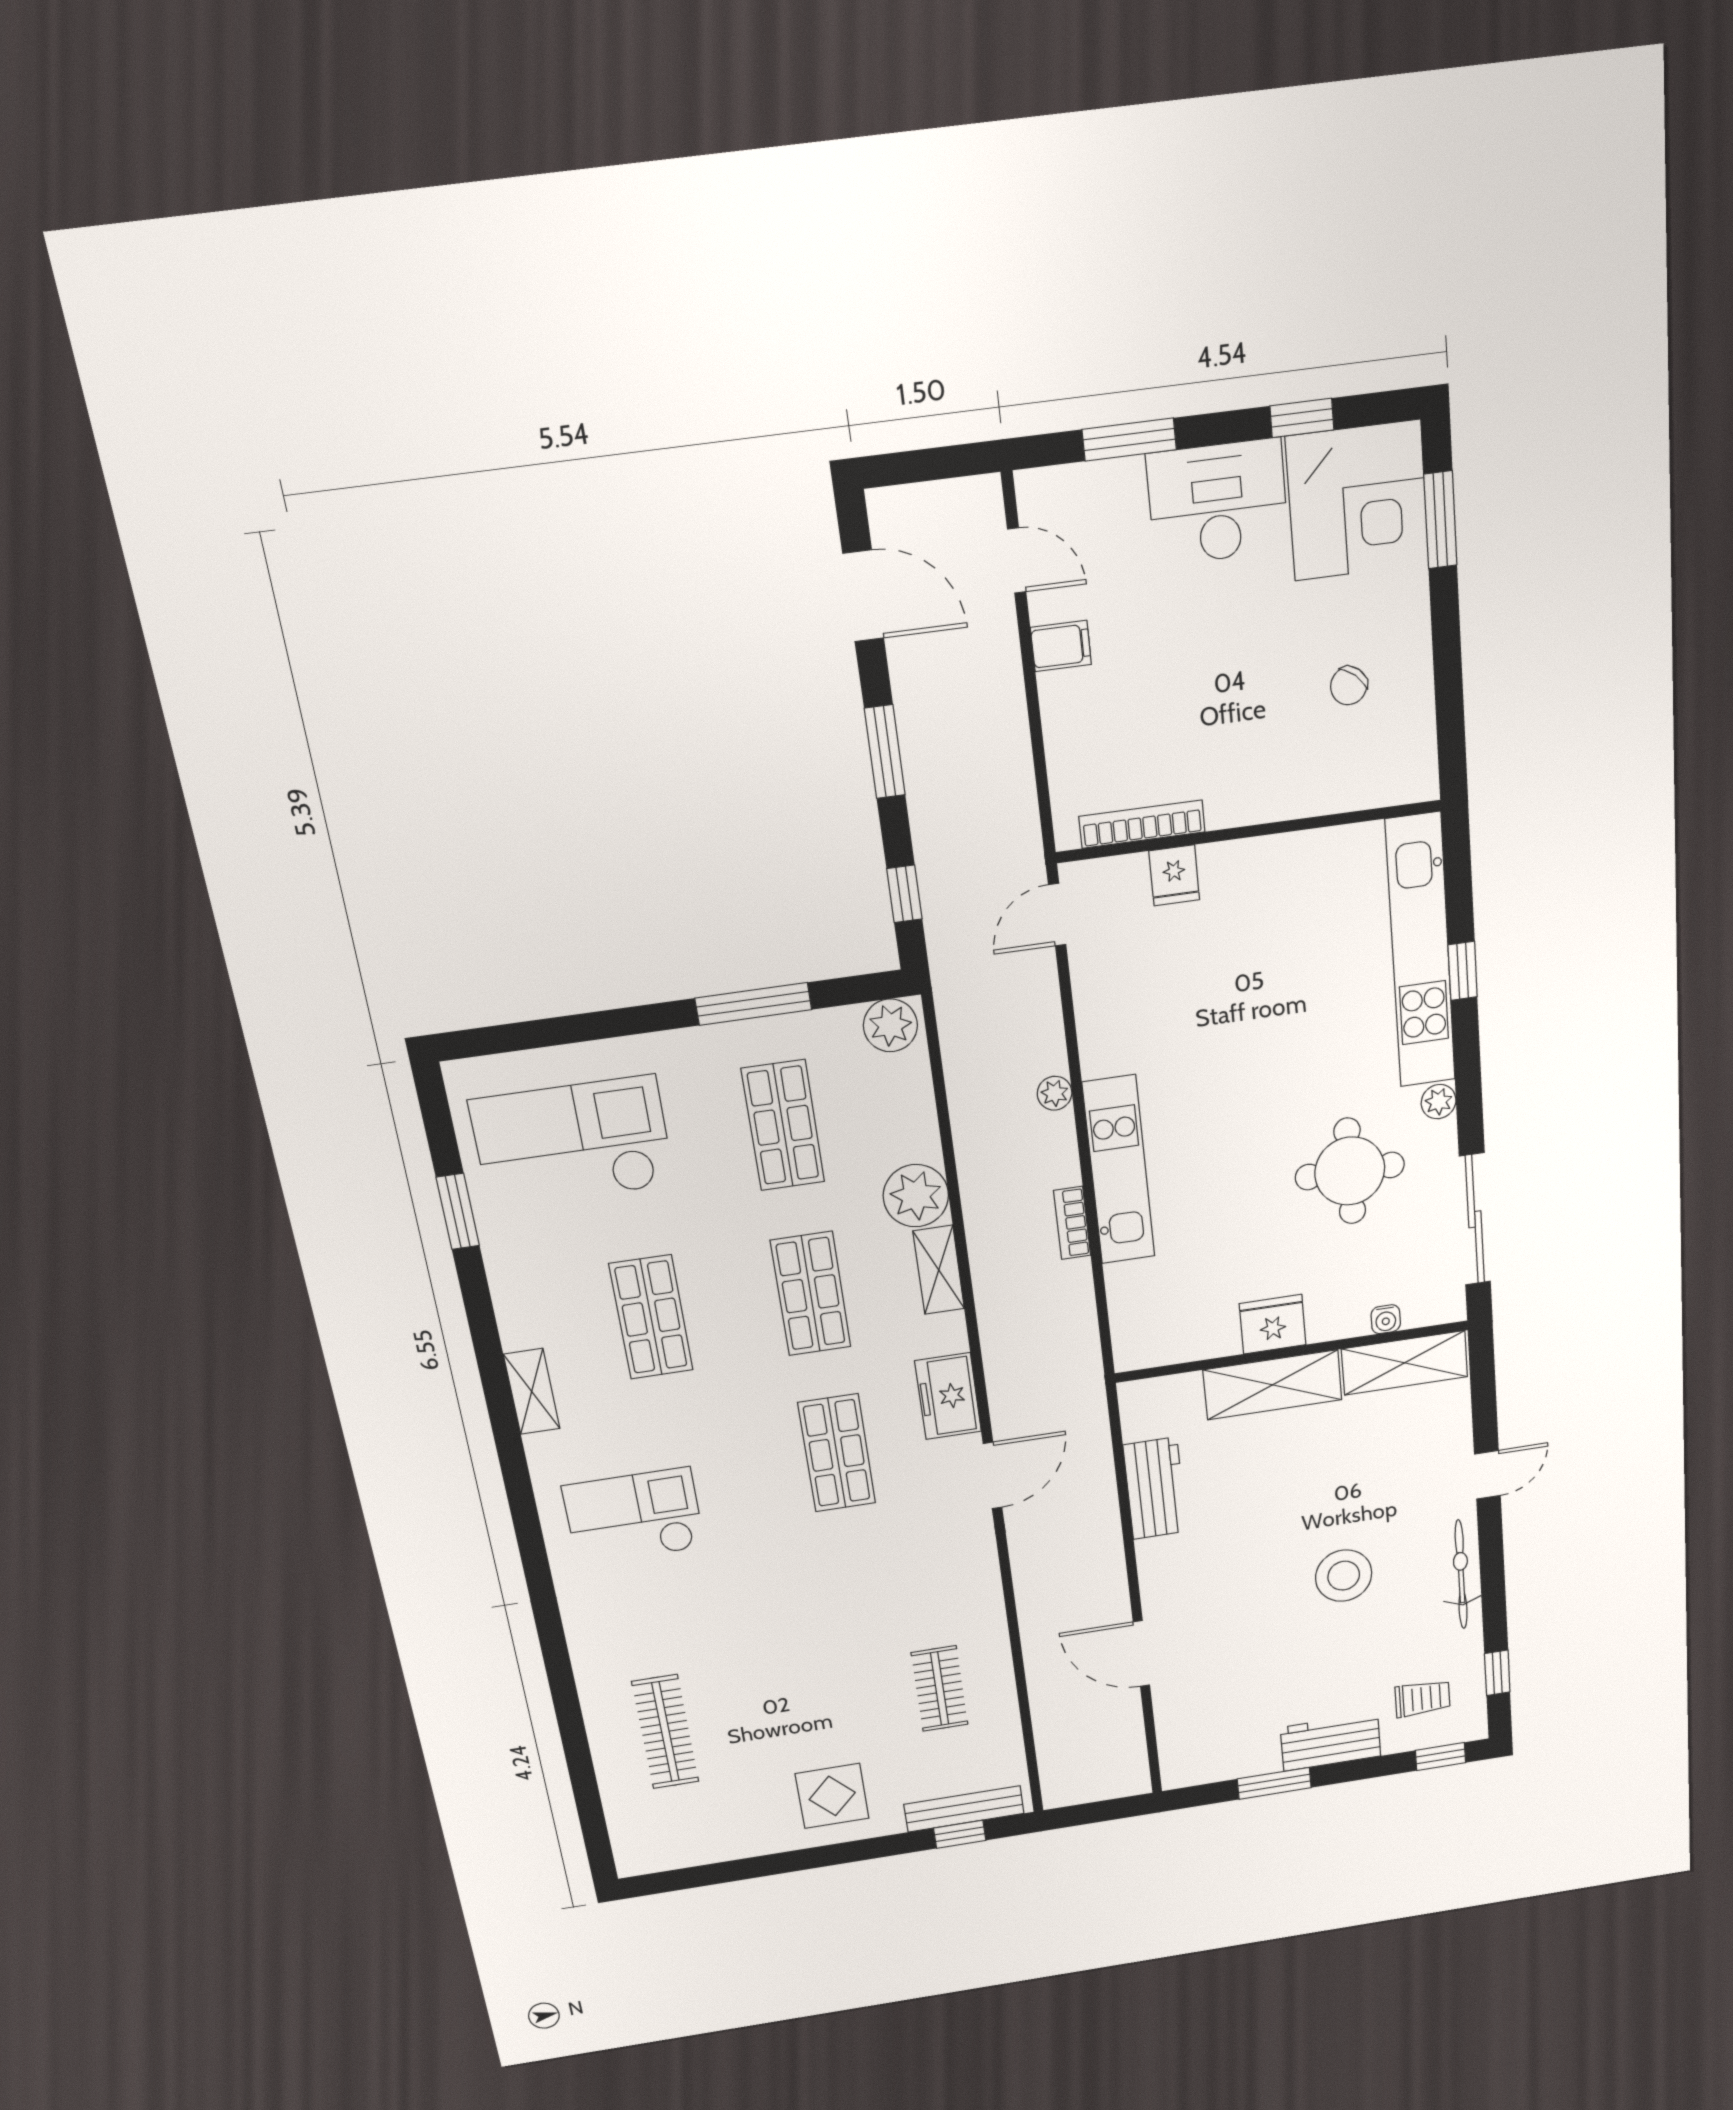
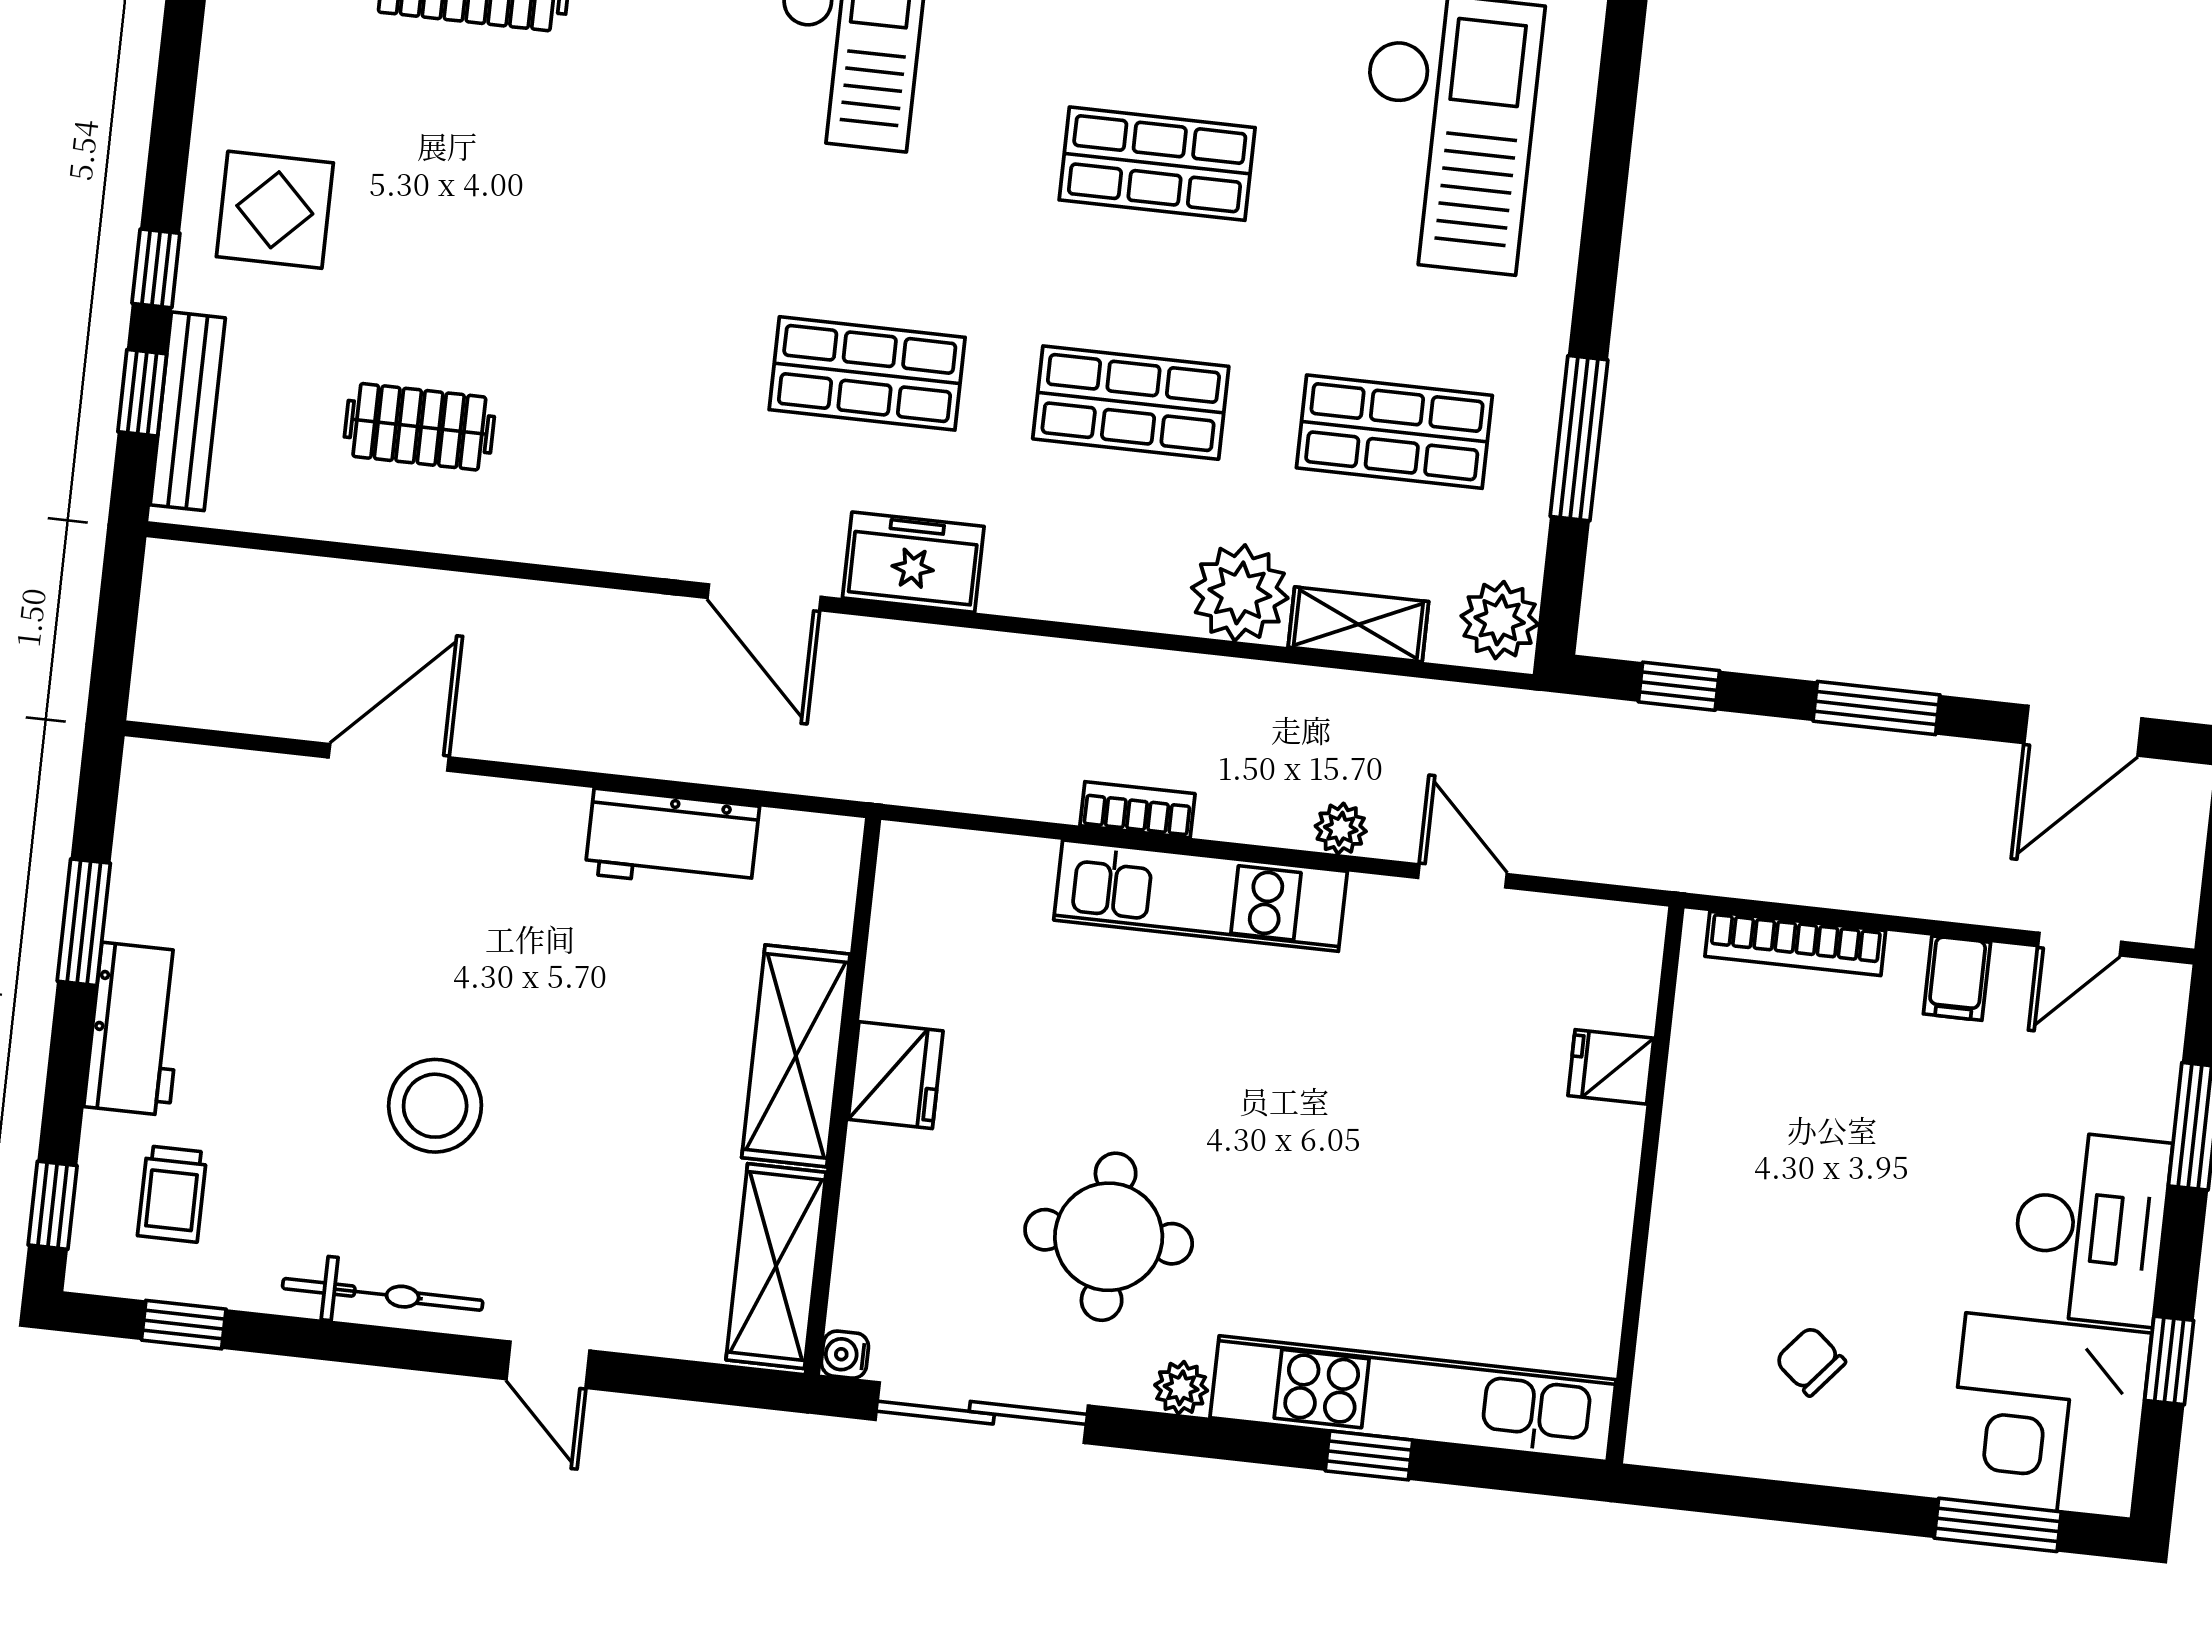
bookcase: (1142, 824) -> (1795, 944), moved, turned 90
door: (1057, 915) -> (1462, 876), moved
shelving: (939, 1270) -> (1358, 624), moved
water cooler: (1386, 1319) -> (845, 1355), moved
window: (885, 1846) -> (156, 268), added

